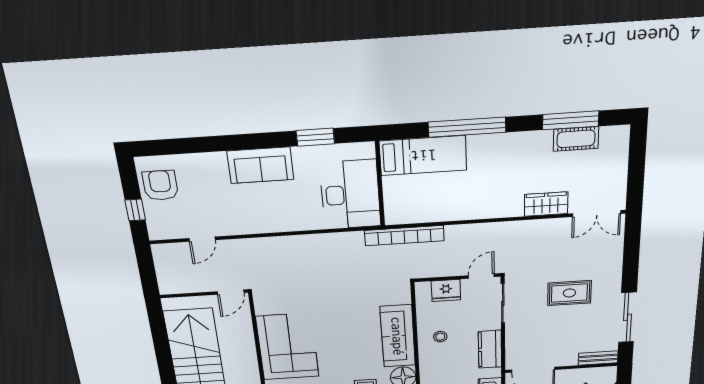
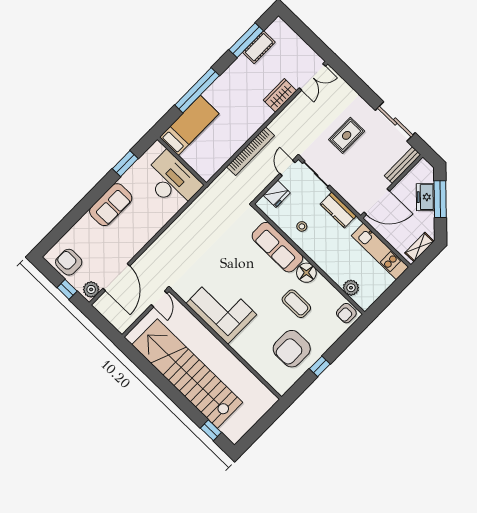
plant: (163, 230) -> (91, 289), added
bookcase: (404, 236) -> (251, 151), moved
door: (202, 239) -> (116, 277), width x1.88
bench: (598, 358) -> (403, 165), width x1.36

